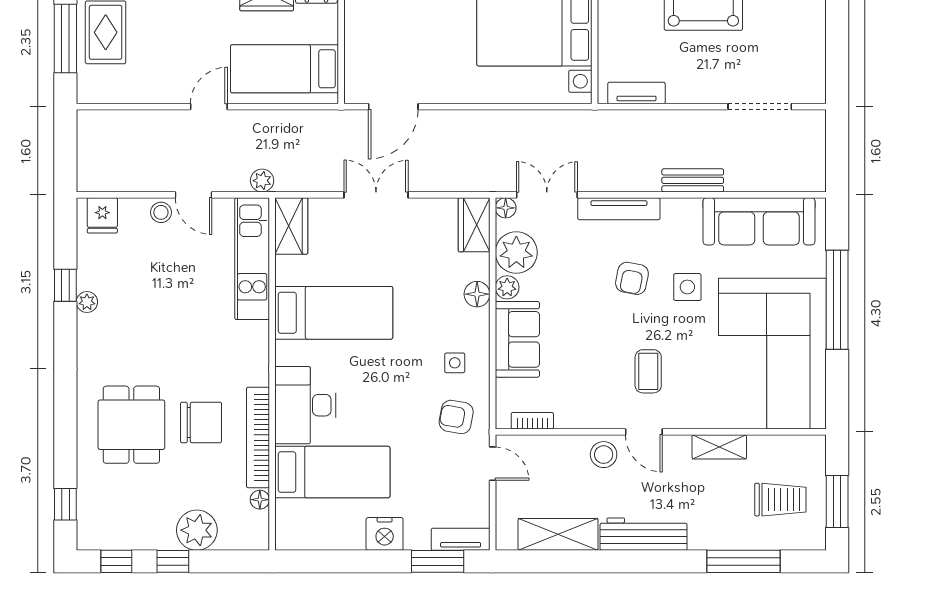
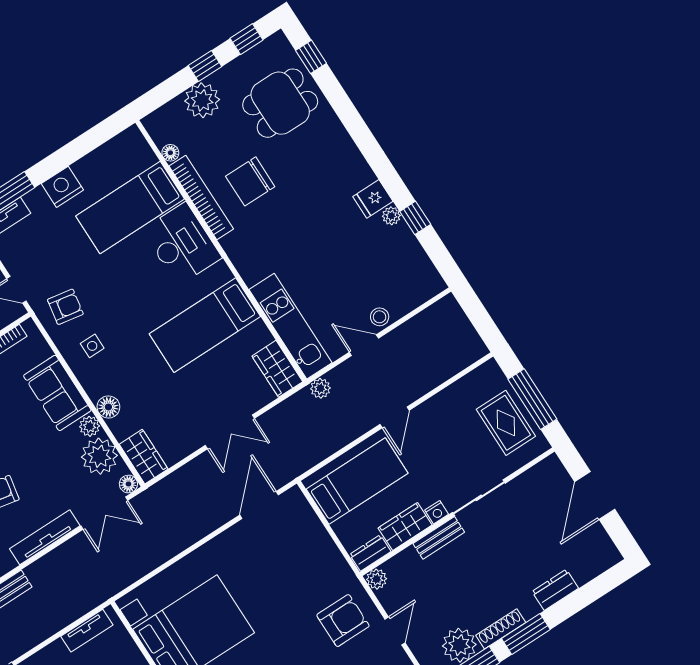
fridge: (102, 215) -> (373, 199), moved, turned -90
dining table: (131, 425) -> (280, 103), moved, turned 90

